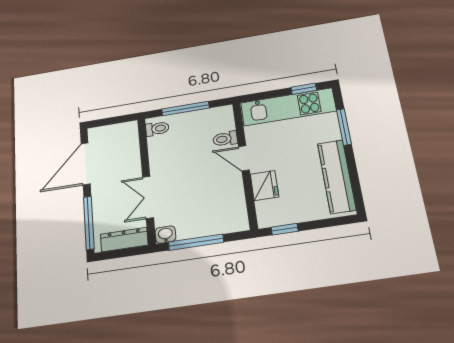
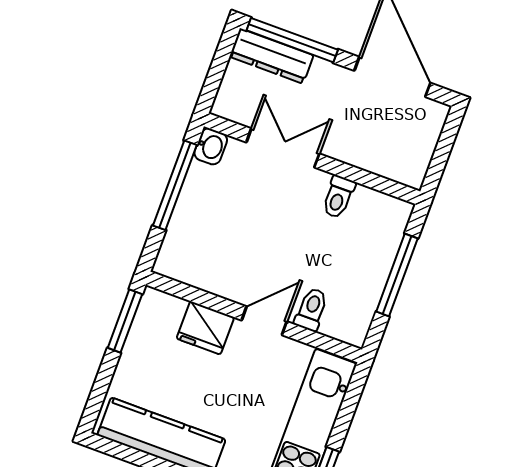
toilet: (157, 129) -> (338, 197), moved
window: (285, 229) -> (125, 321), width x1.50
dresser: (124, 240) -> (272, 56), moved, turned 90

